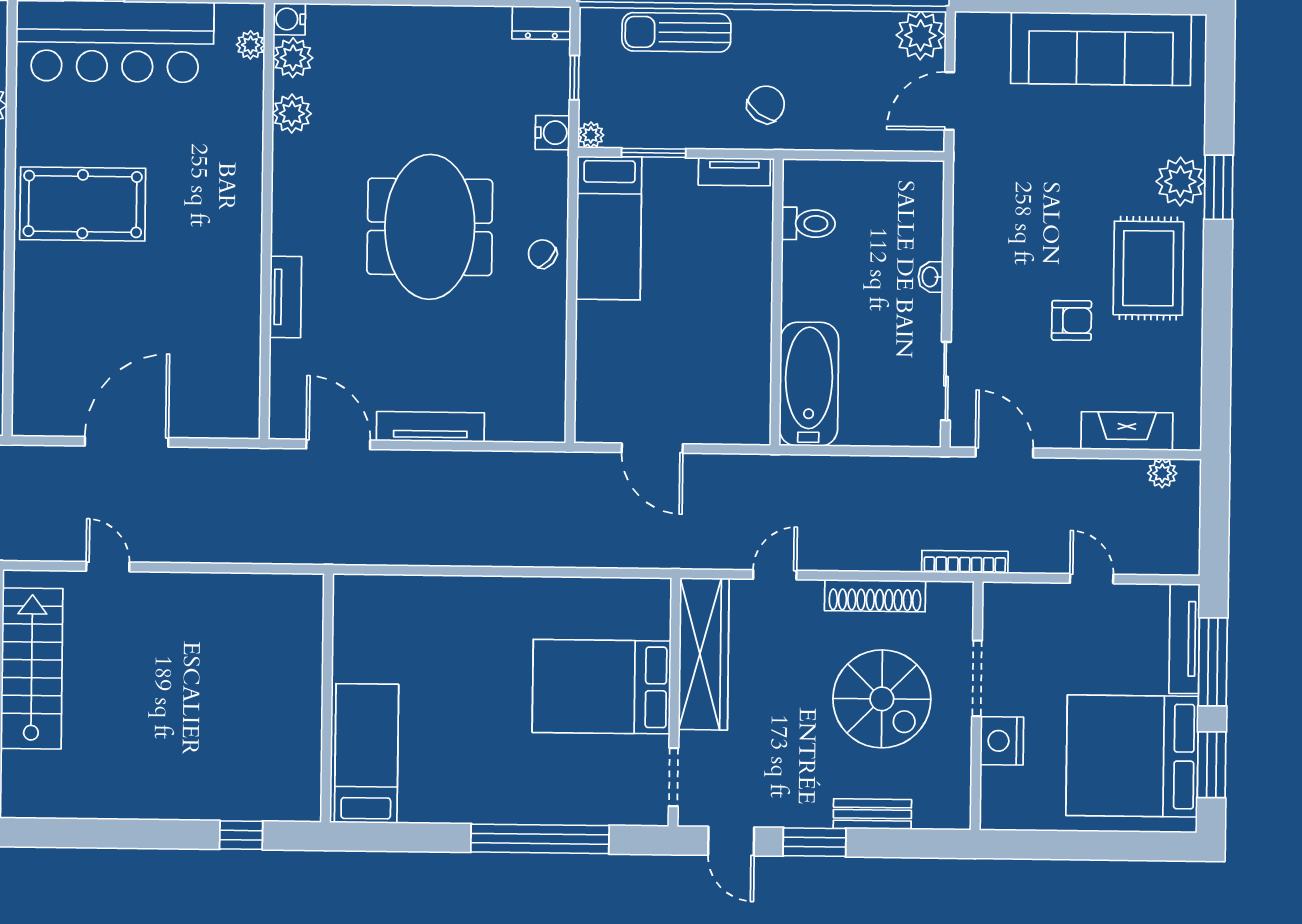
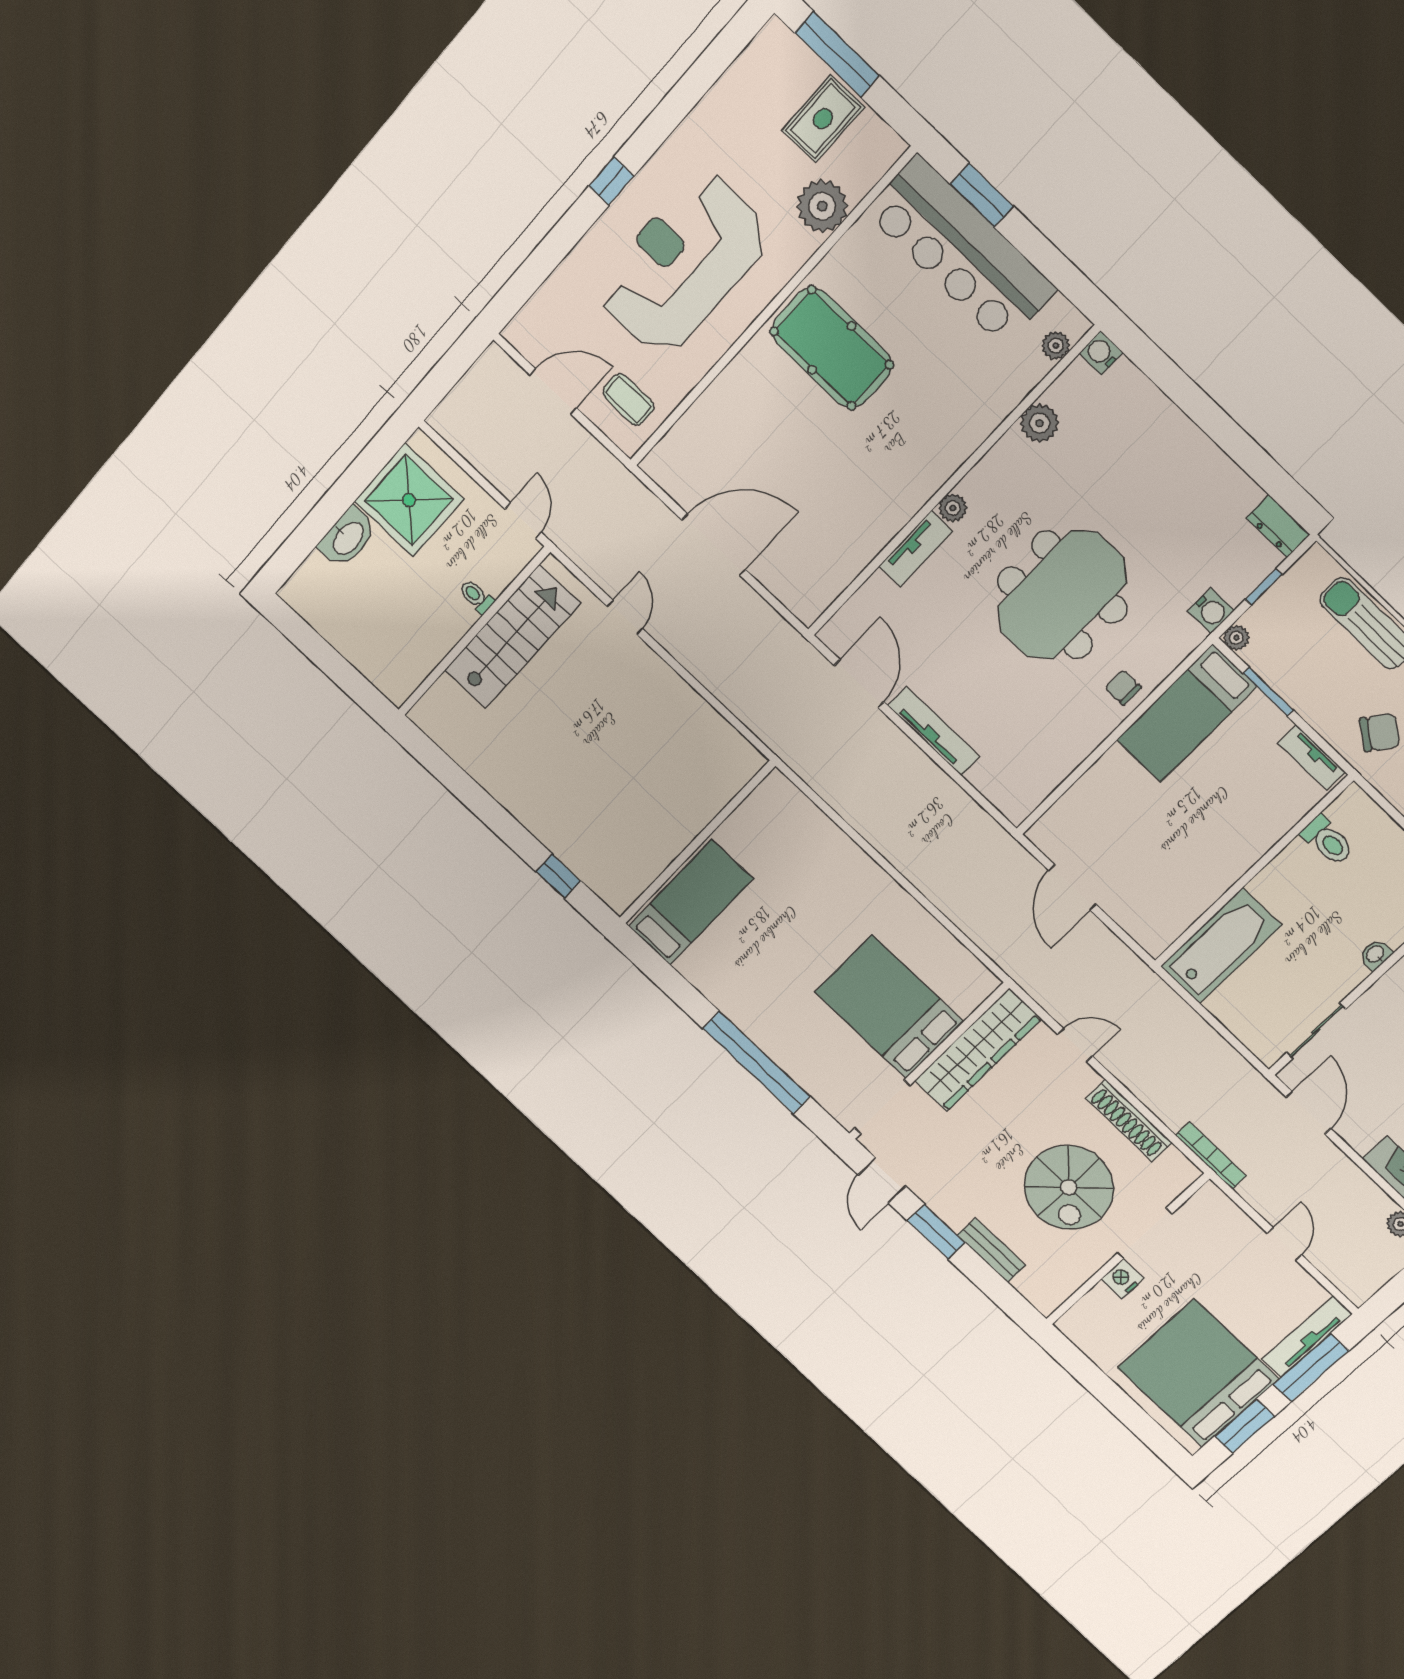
plant: (293, 58) -> (953, 508), moved, width x0.73, depth x0.73
chair: (542, 254) -> (1123, 687), turned -41
nightstand: (1002, 741) -> (1123, 1279), width x0.74, depth x0.75
doorway: (674, 777) -> (882, 1107), width x1.38

